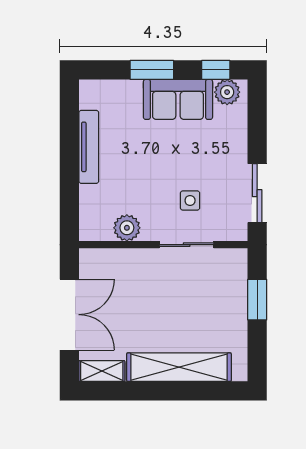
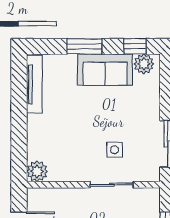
tv unit: (89, 147) -> (34, 84), moved
plant: (127, 228) -> (37, 171), moved

